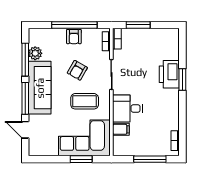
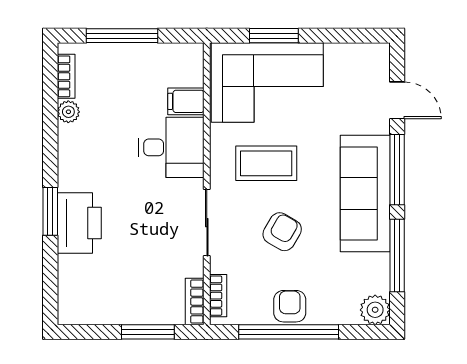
plant: (35, 53) -> (375, 310), moved
plant: (174, 125) -> (68, 112), added

